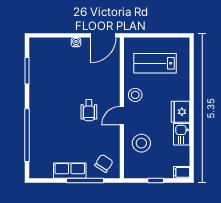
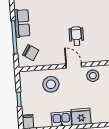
wheelchair: (89, 110) -> (76, 36), turned 90

